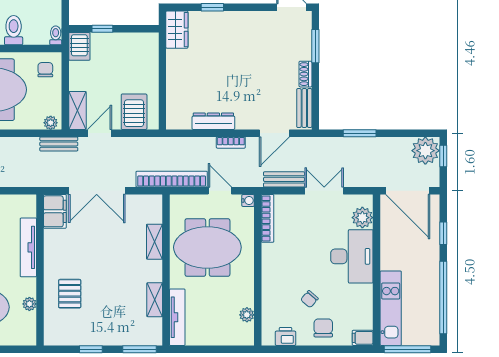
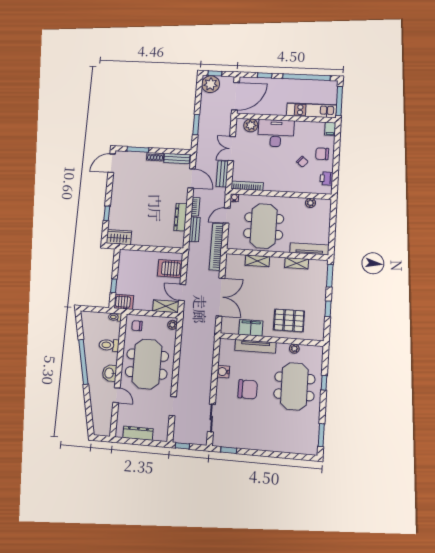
bench: (59, 144) -> (195, 229), moved
filing cabinet: (55, 211) -> (251, 328), moved
pallet: (70, 294) -> (289, 320), width x1.50, depth x1.42

